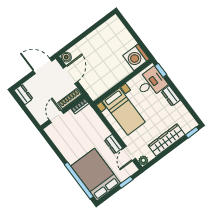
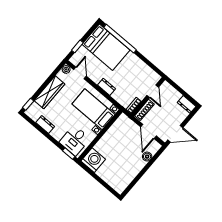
boiler: (66, 57) -> (147, 157), moved
dresser: (171, 96) -> (45, 124), moved
dresser: (113, 144) -> (107, 87), moved

